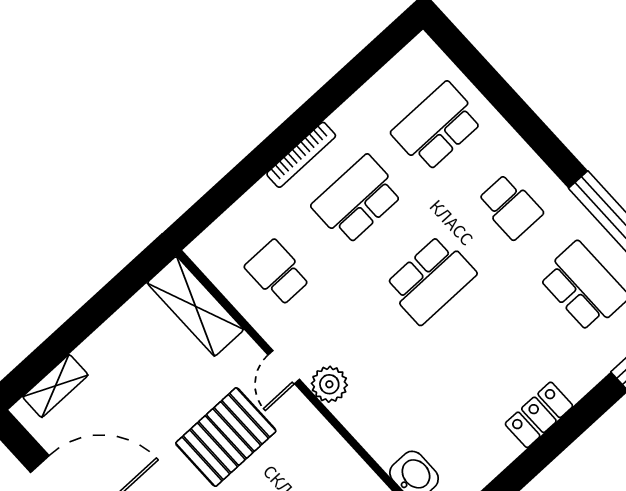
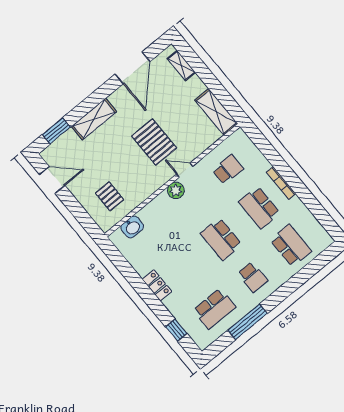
school desk: (357, 200) -> (259, 207), turned 180
school desk: (510, 207) -> (253, 277), turned -90
shelving: (195, 306) -> (216, 112), moved, turned 90

